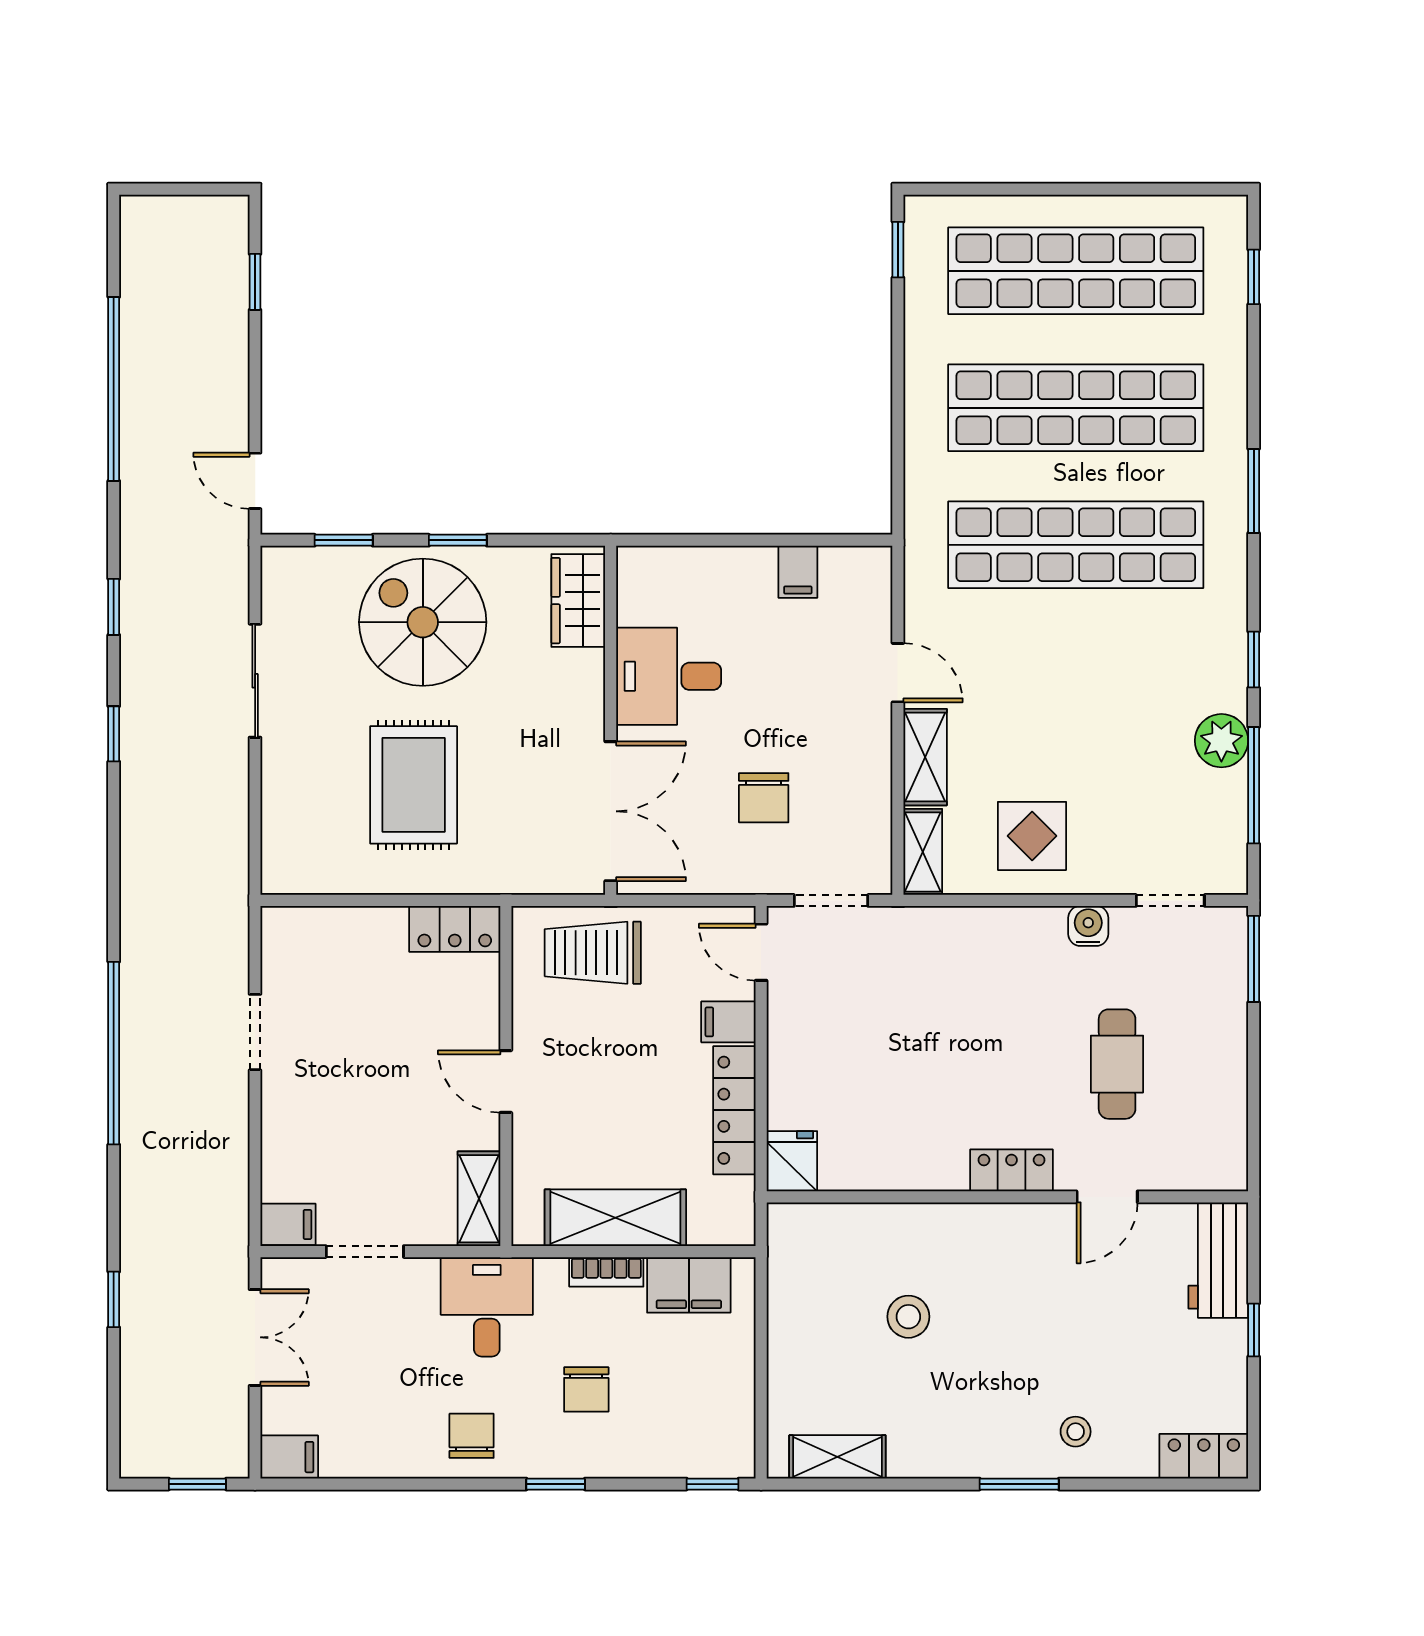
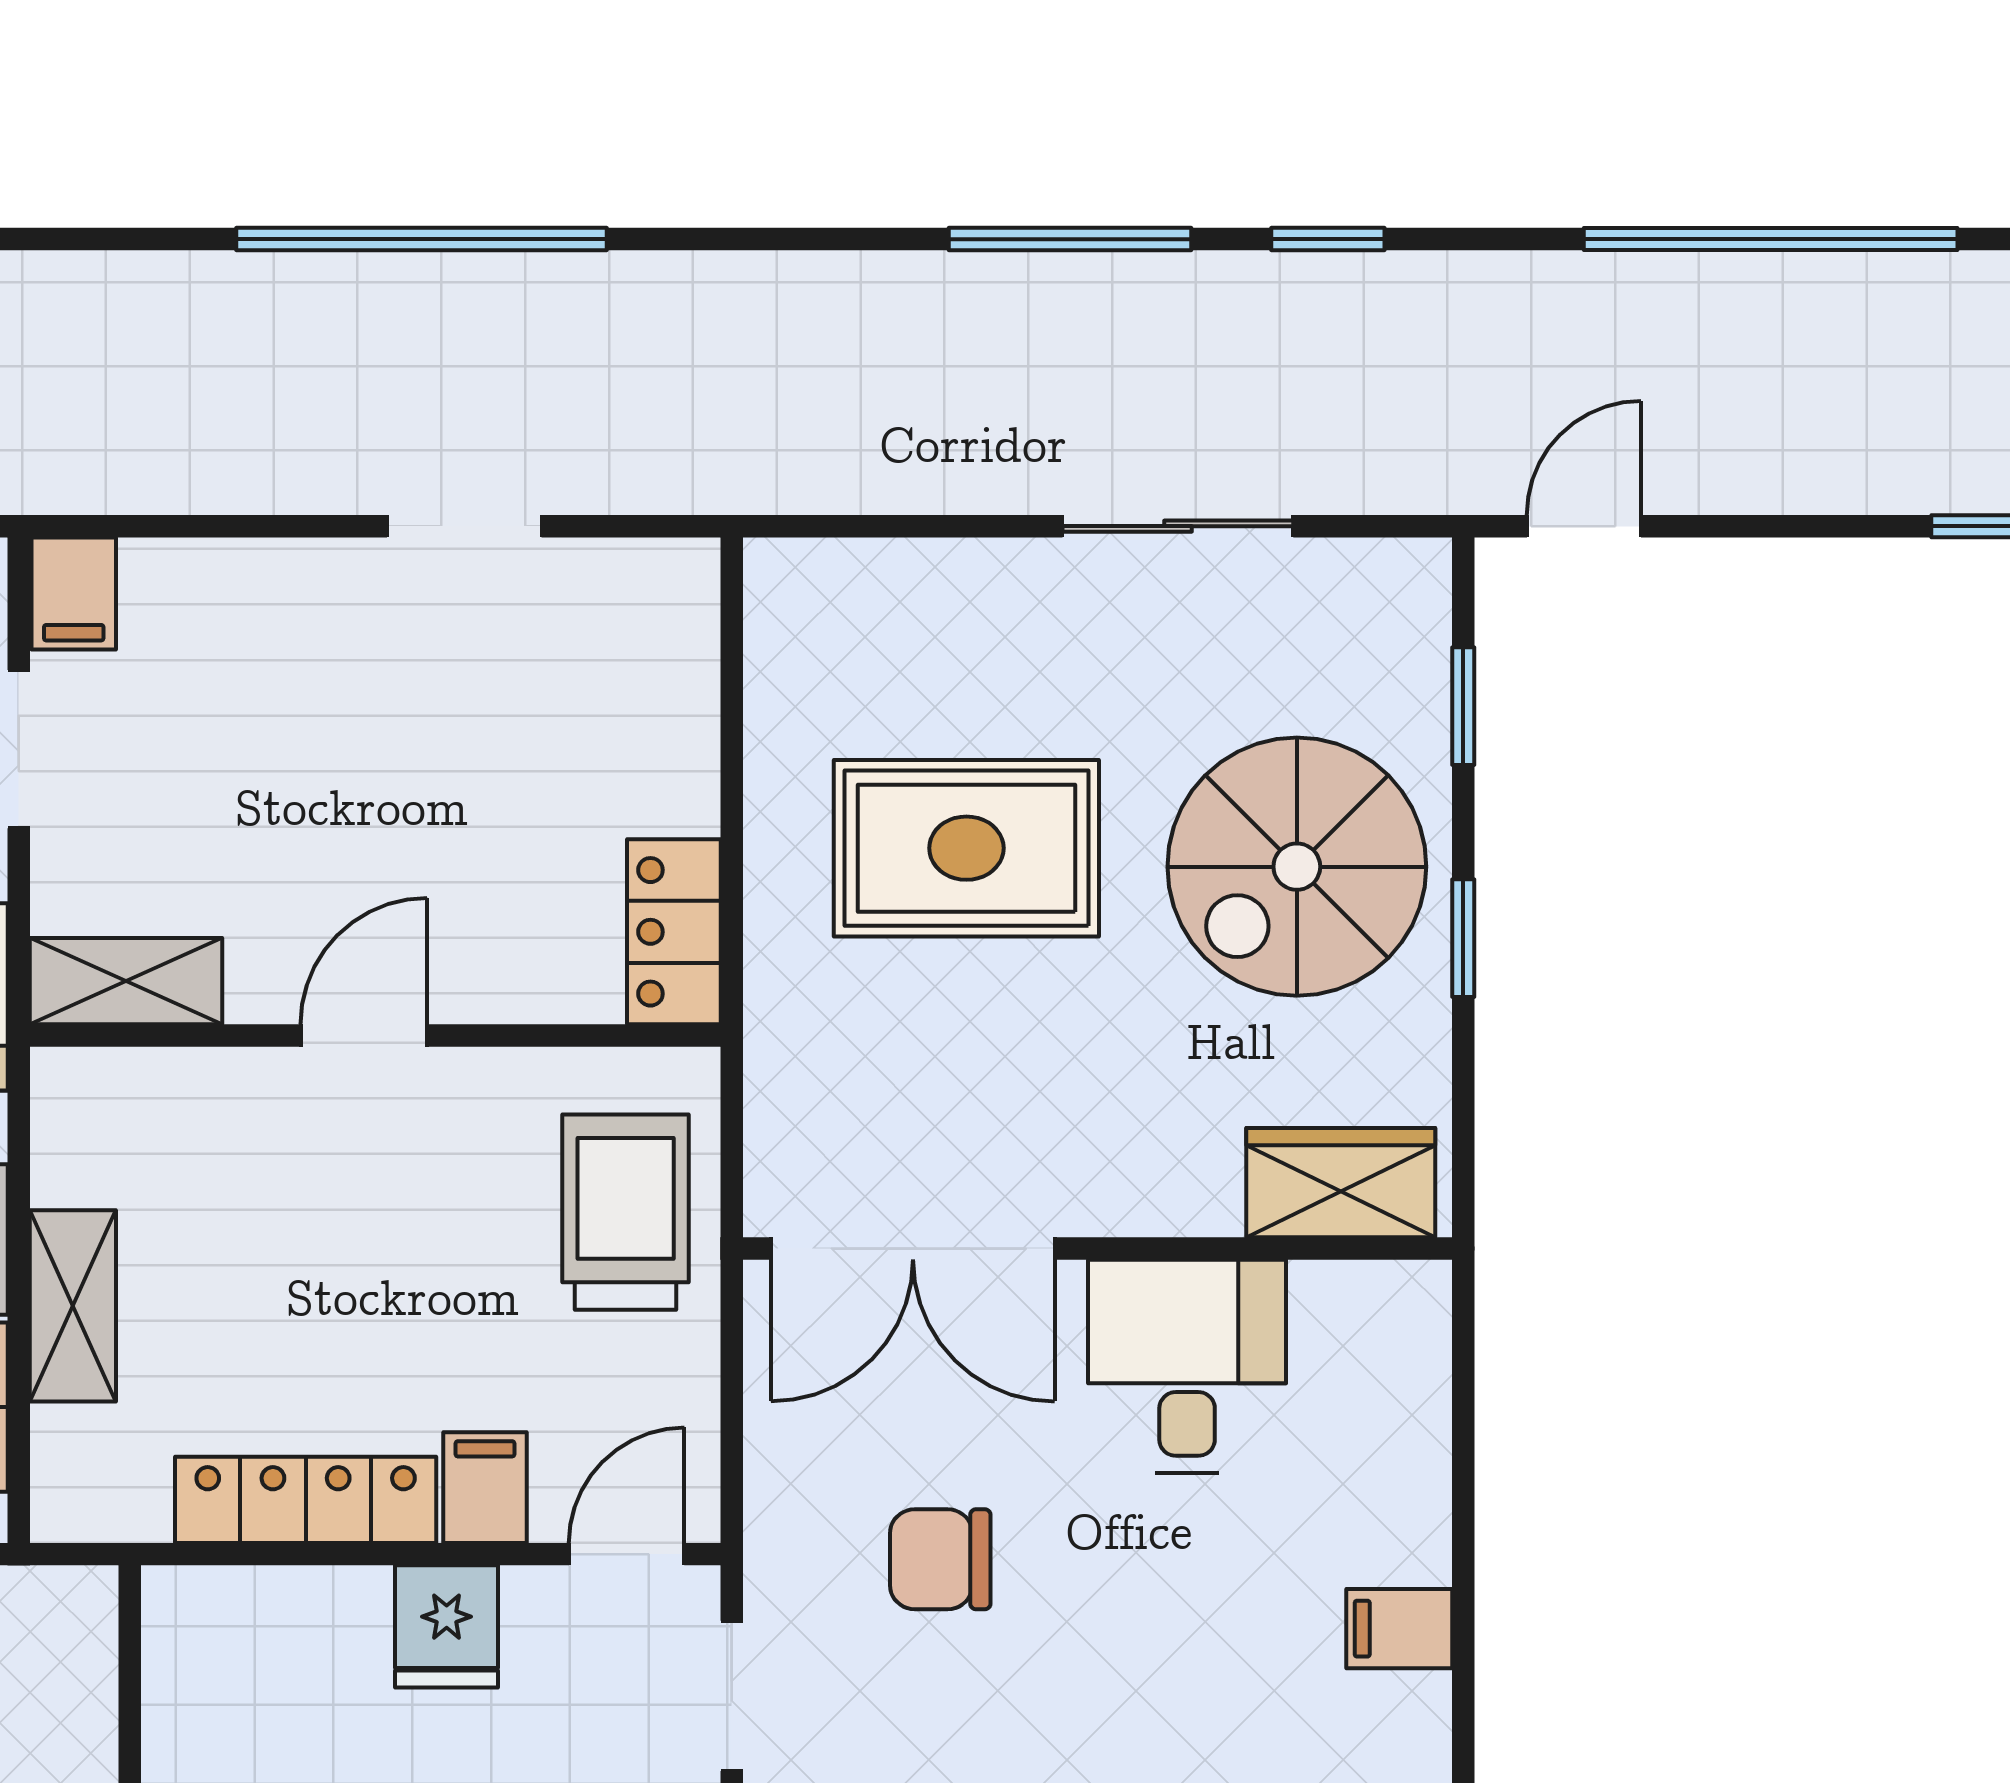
spiral stairs: (423, 622) -> (1297, 867), turned 180
window: (114, 734) -> (1070, 239), width x2.17
fridge: (792, 1161) -> (447, 1626), moved, turned 90
shelving: (615, 1218) -> (73, 1306), width x0.67, depth x0.75

